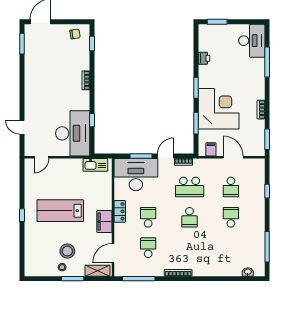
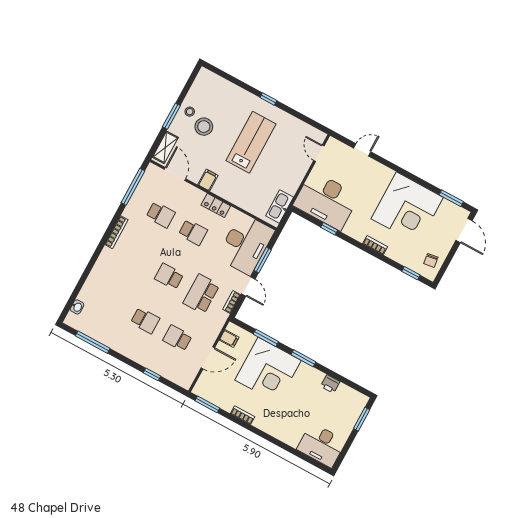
window: (267, 62) -> (290, 449), removed
corner desk: (46, 72) -> (407, 208), added
filing cabinet: (104, 221) -> (208, 180), width x0.50

